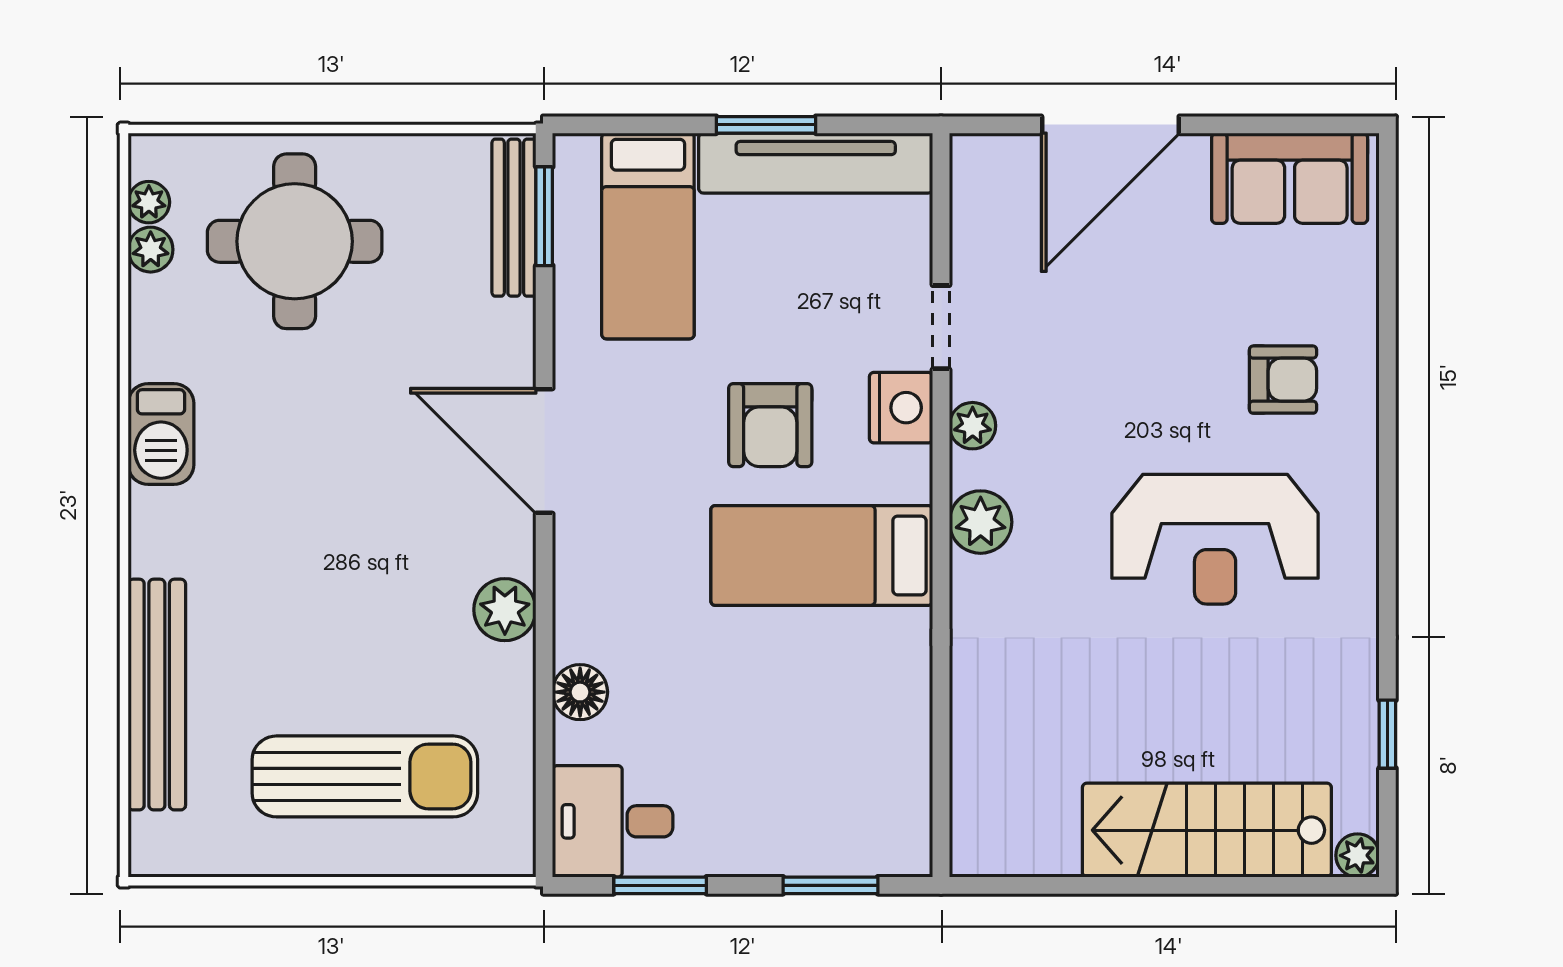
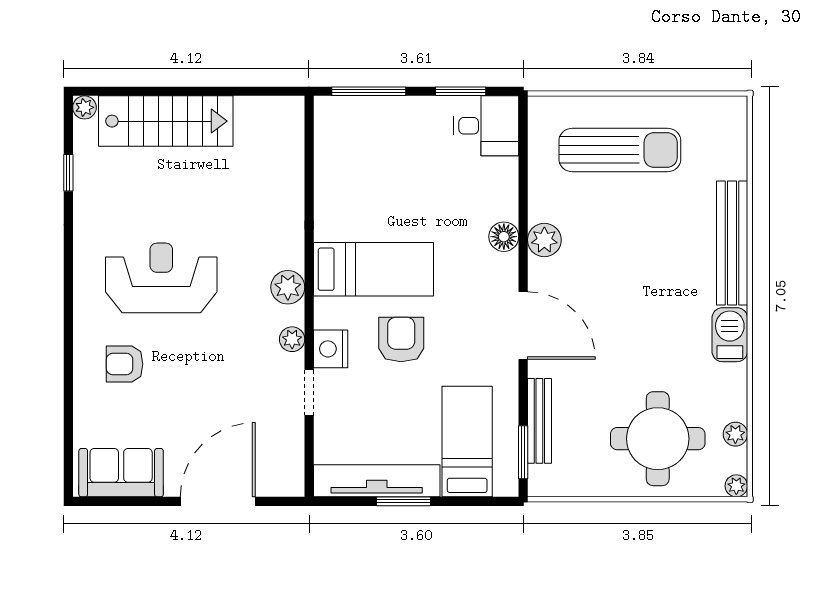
plant: (149, 202) -> (736, 486), moved
bench: (514, 218) -> (539, 421), moved
floor lamp: (580, 692) -> (504, 237), moved
bench: (157, 695) -> (732, 243), moved
sun lounger: (365, 776) -> (620, 150), turned 180
window: (830, 885) -> (369, 91), width x1.44

